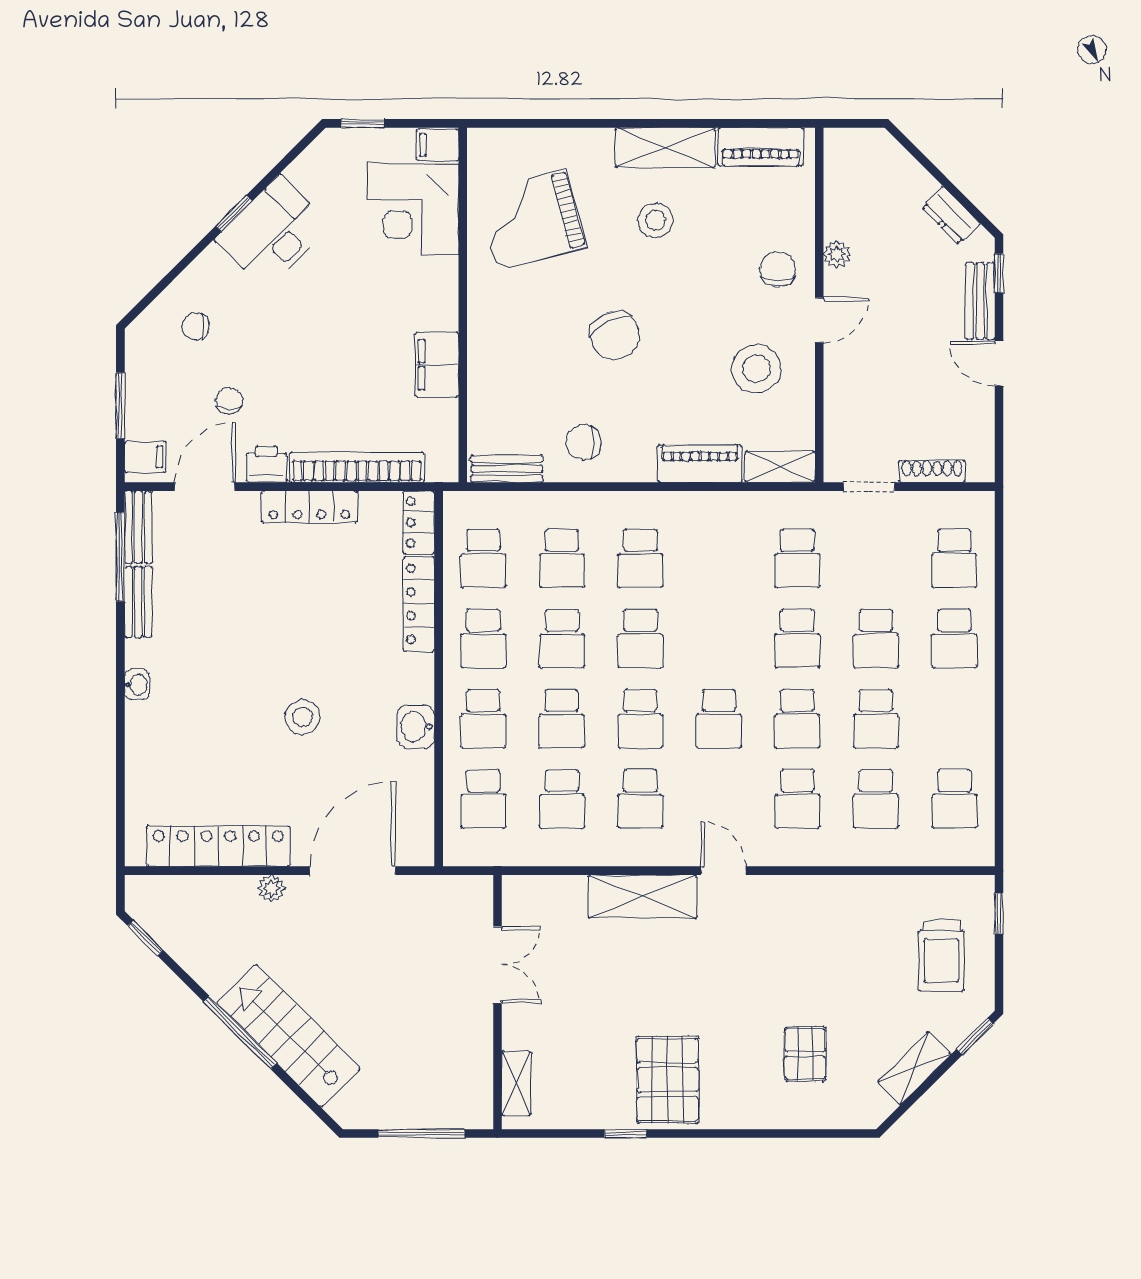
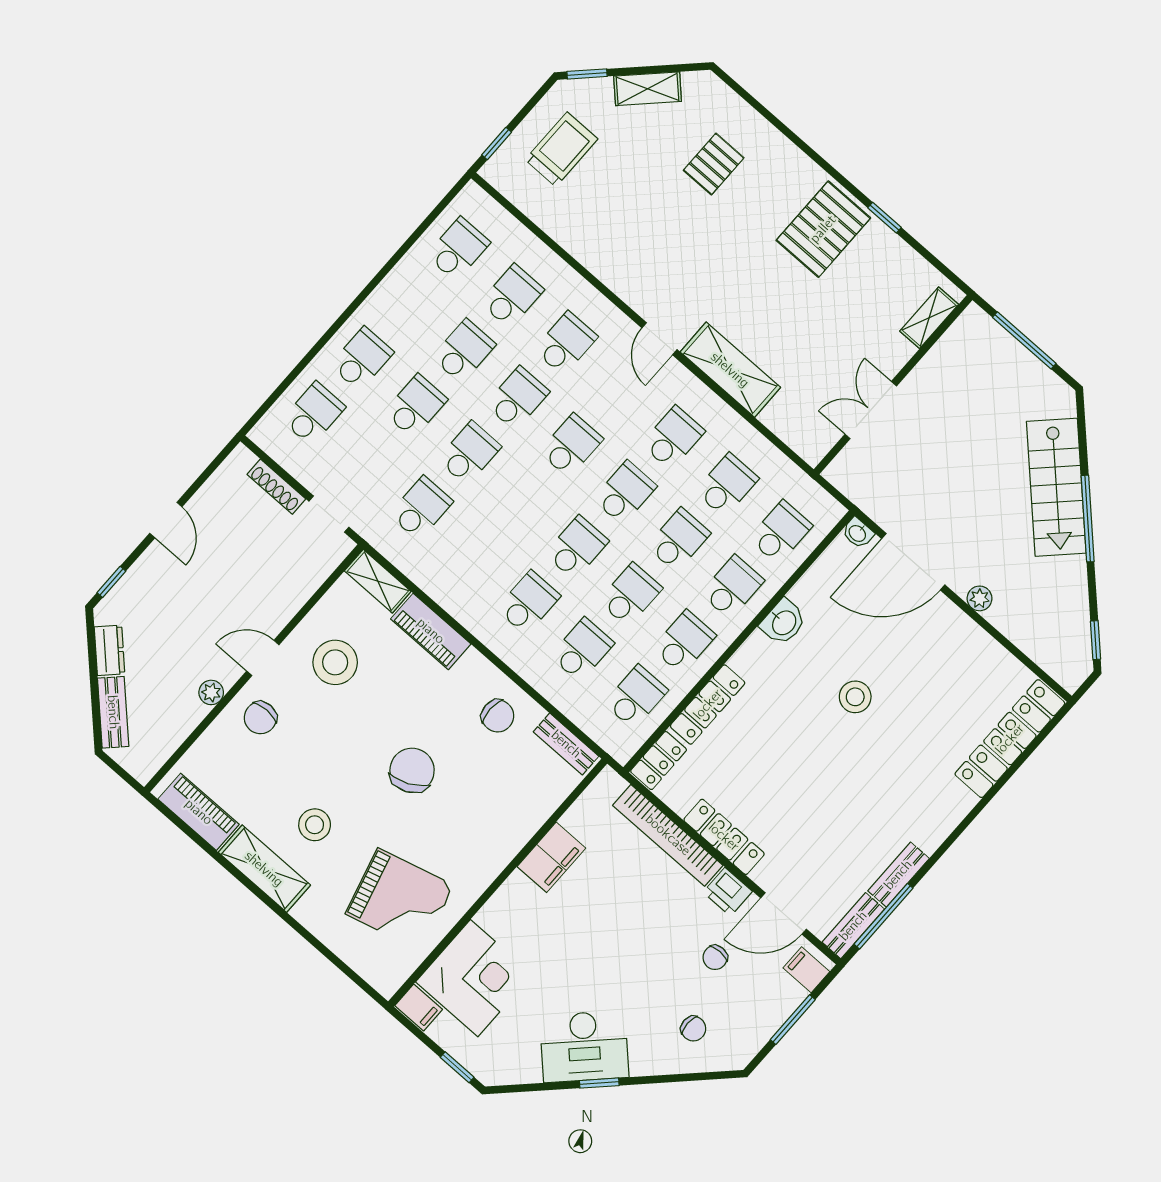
bench: (980, 301) -> (113, 712), moved, turned -45
washbasin: (137, 685) -> (858, 533), moved, turned -90
locker: (218, 846) -> (1010, 739), moved, turned 90

